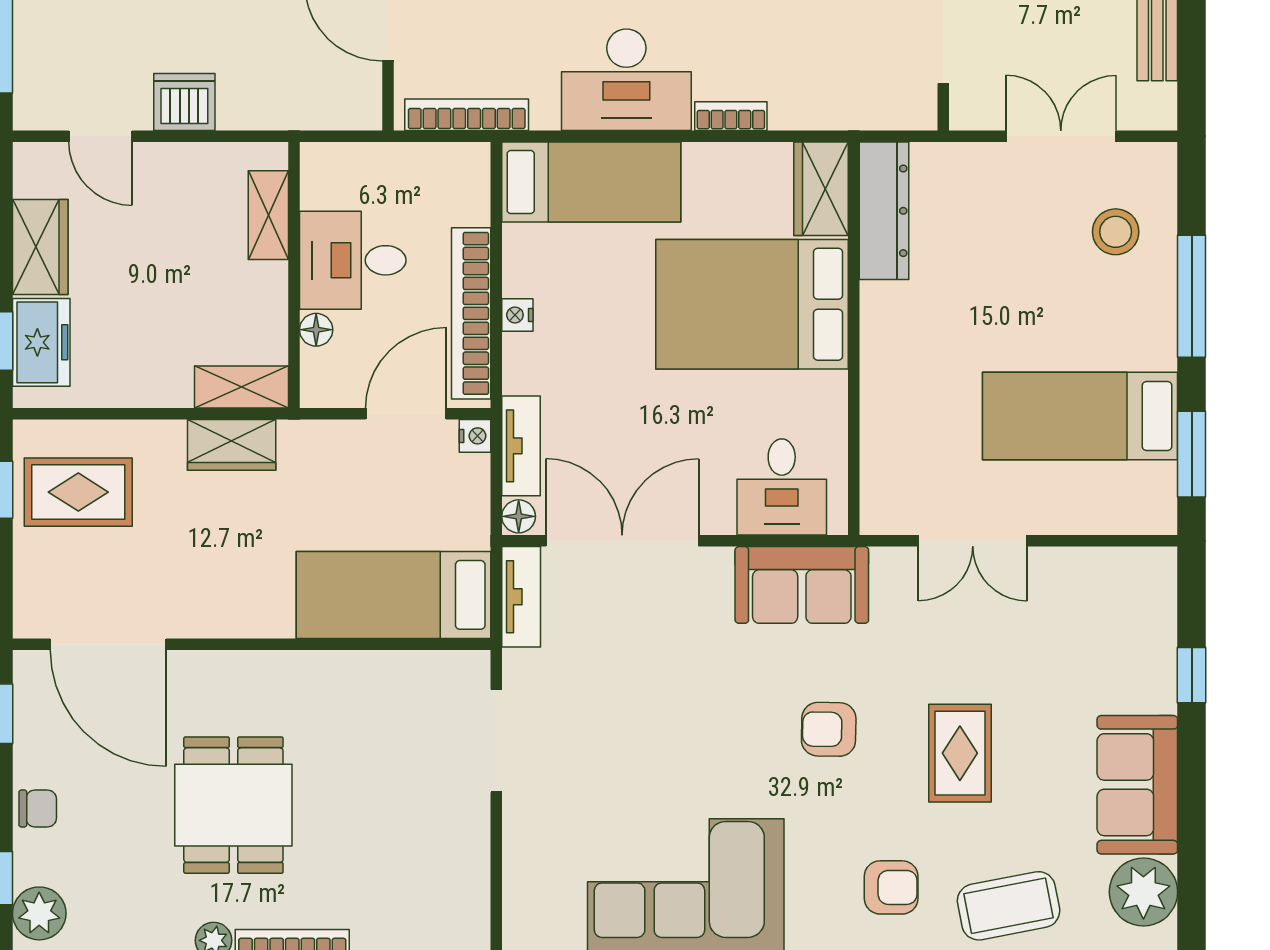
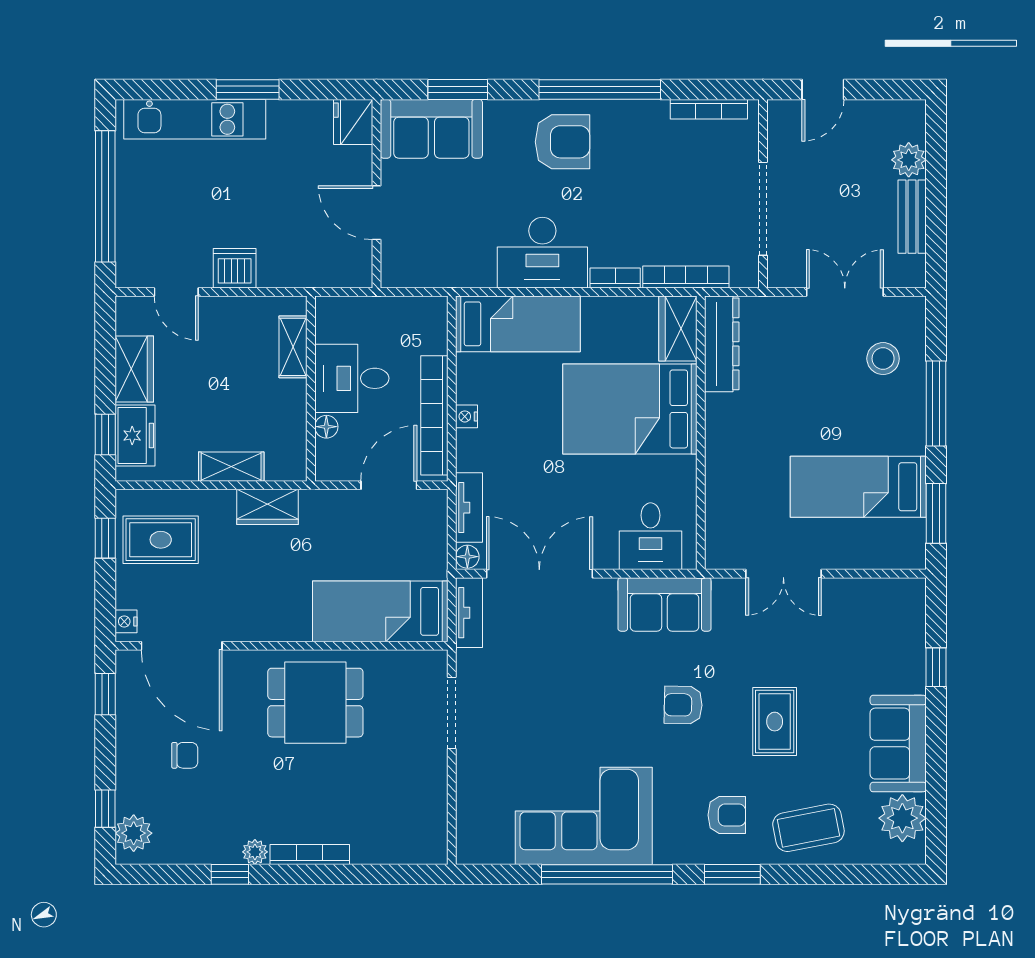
bookcase: (467, 115) -> (686, 277), moved
shelving: (241, 387) -> (231, 467), moved
nightstand: (475, 436) -> (126, 621), moved, turned 180
dining table: (233, 805) -> (315, 703), moved, turned 90
chair: (38, 808) -> (185, 755), moved

